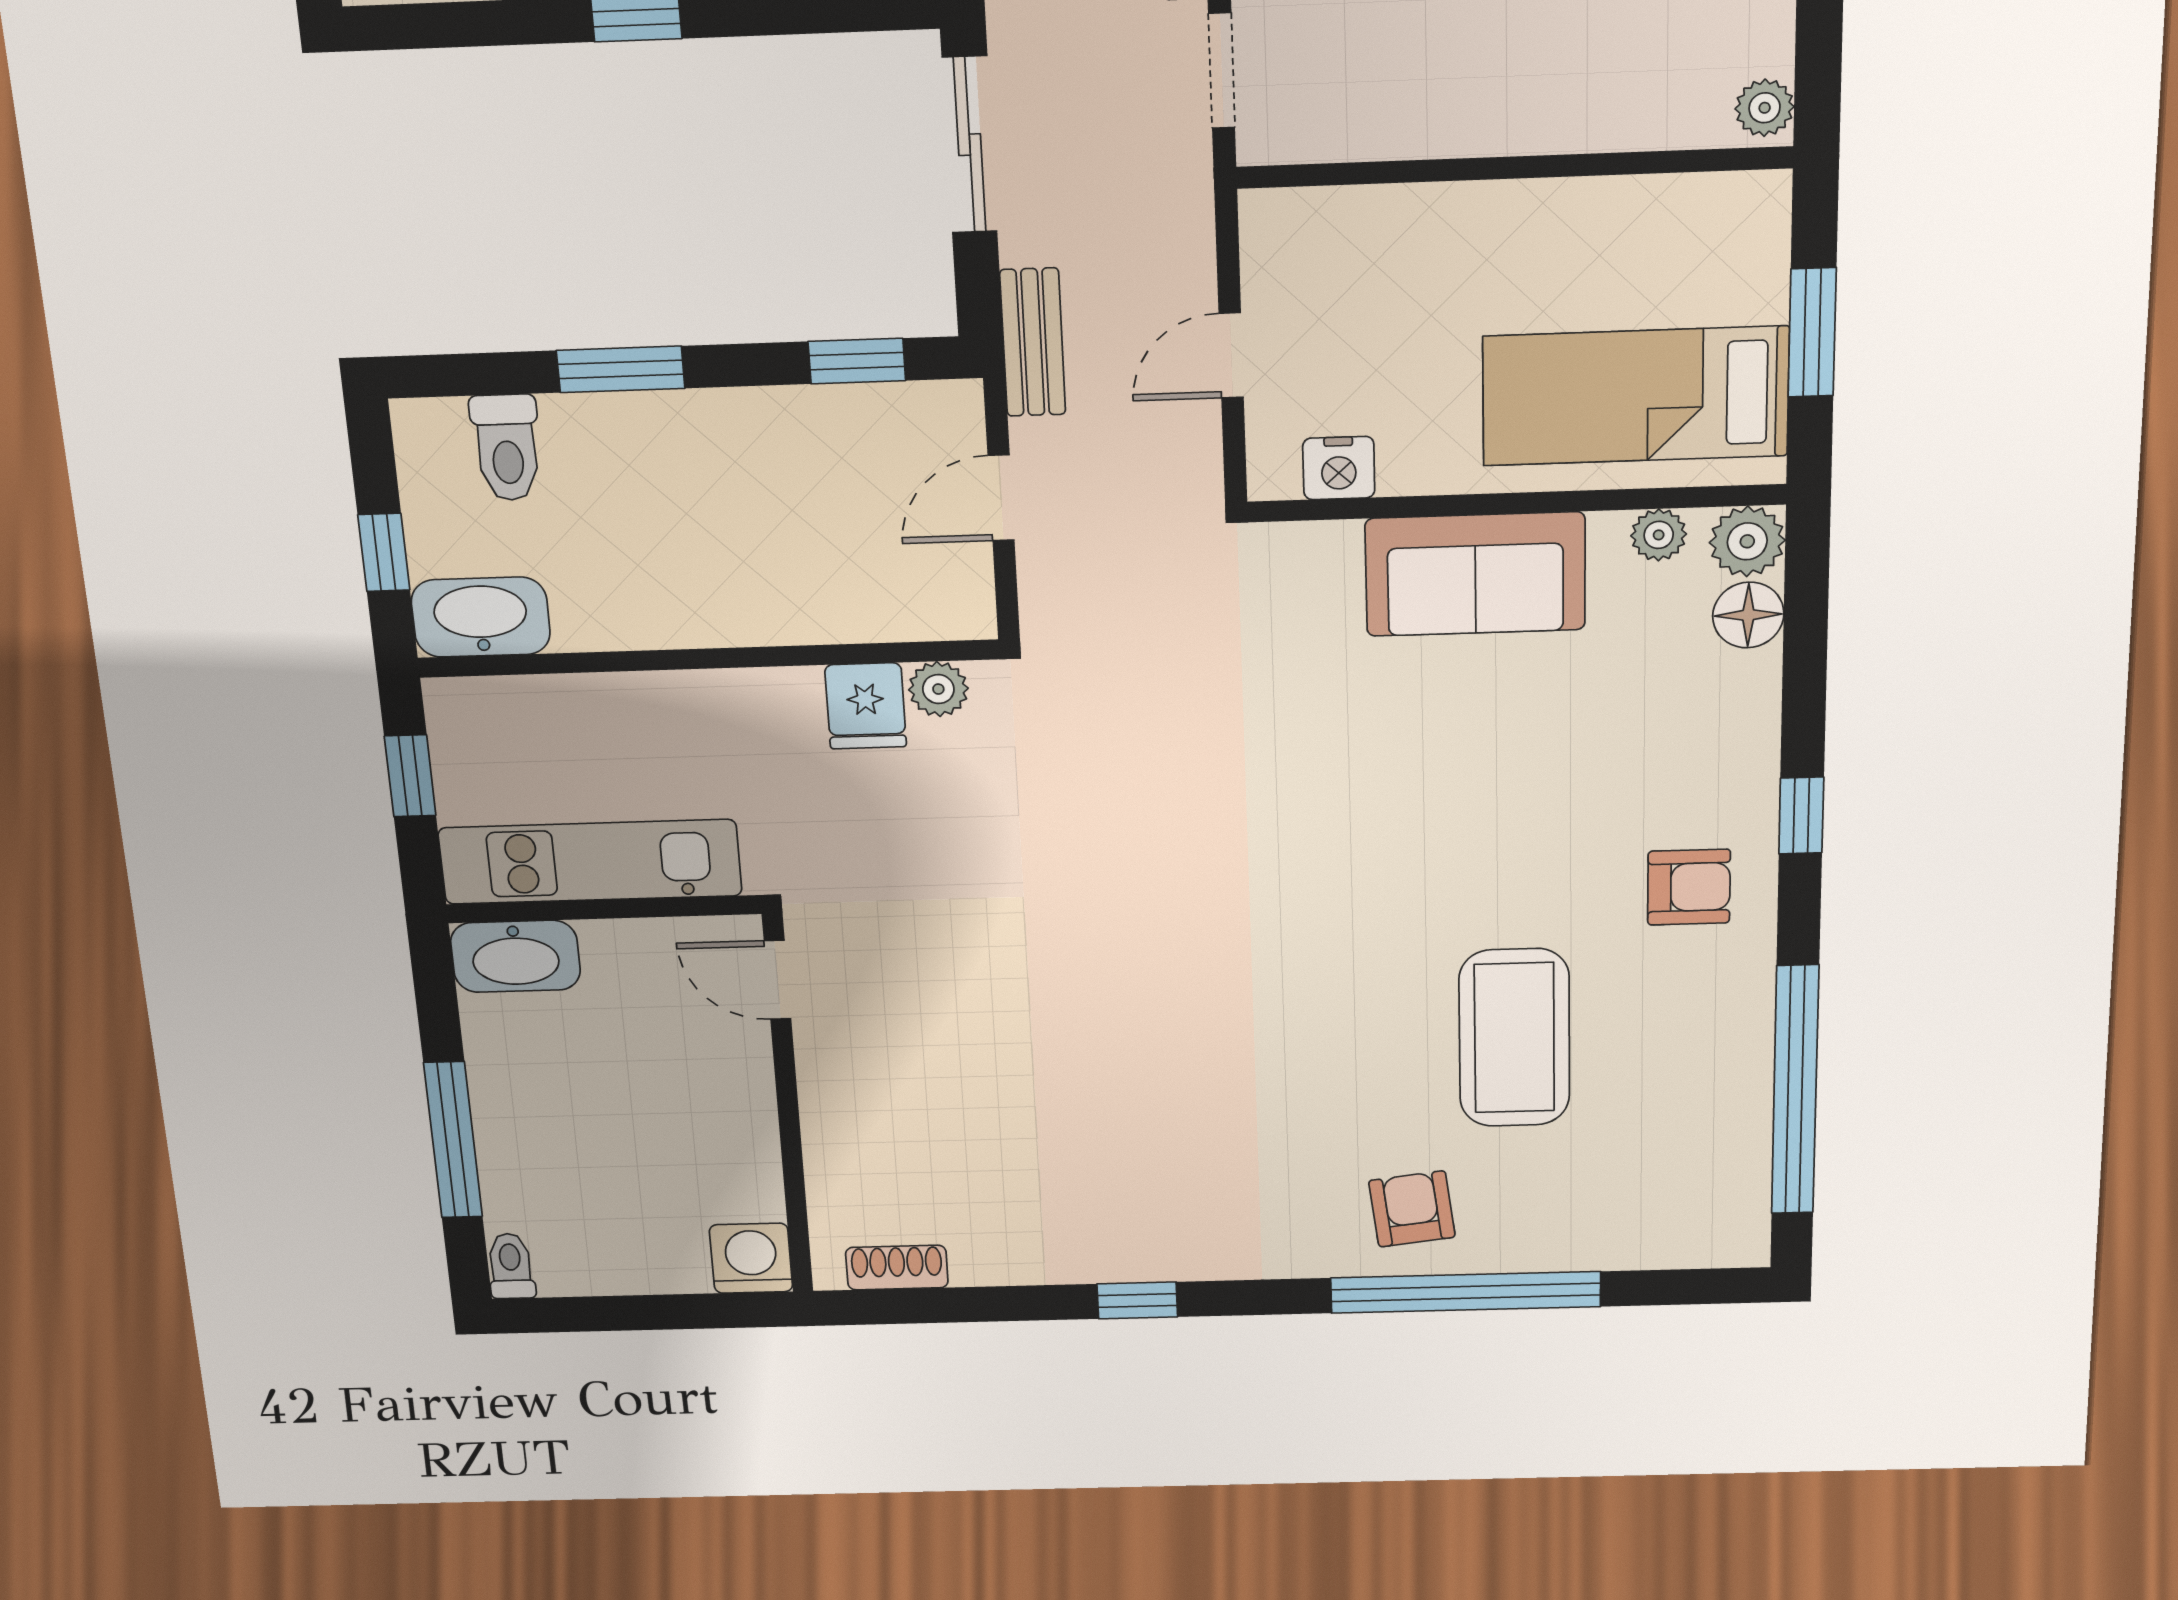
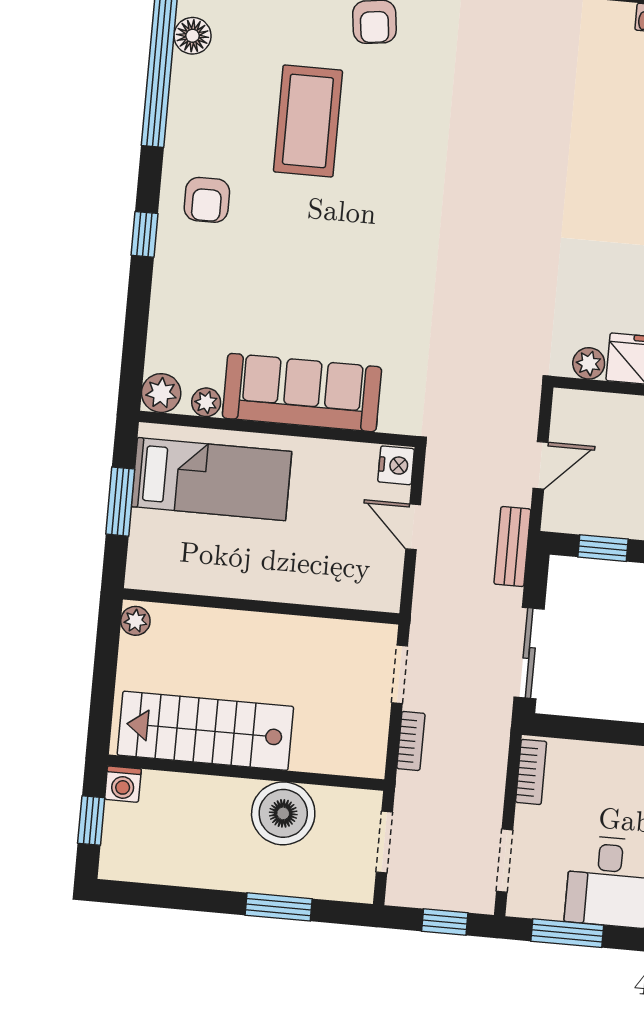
door: (1231, 355) -> (413, 527), swing flipped
nightstand: (1339, 468) -> (396, 465), moved, turned 90
sofa: (1475, 574) -> (302, 393), width x1.36
floor lamp: (1748, 615) -> (193, 36), moved
armchair: (1689, 887) -> (207, 200), turned -90

